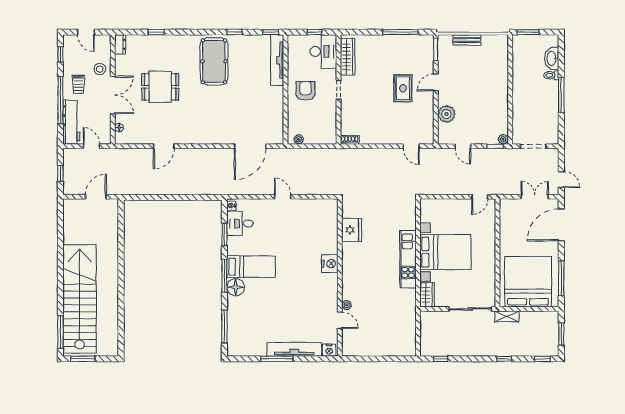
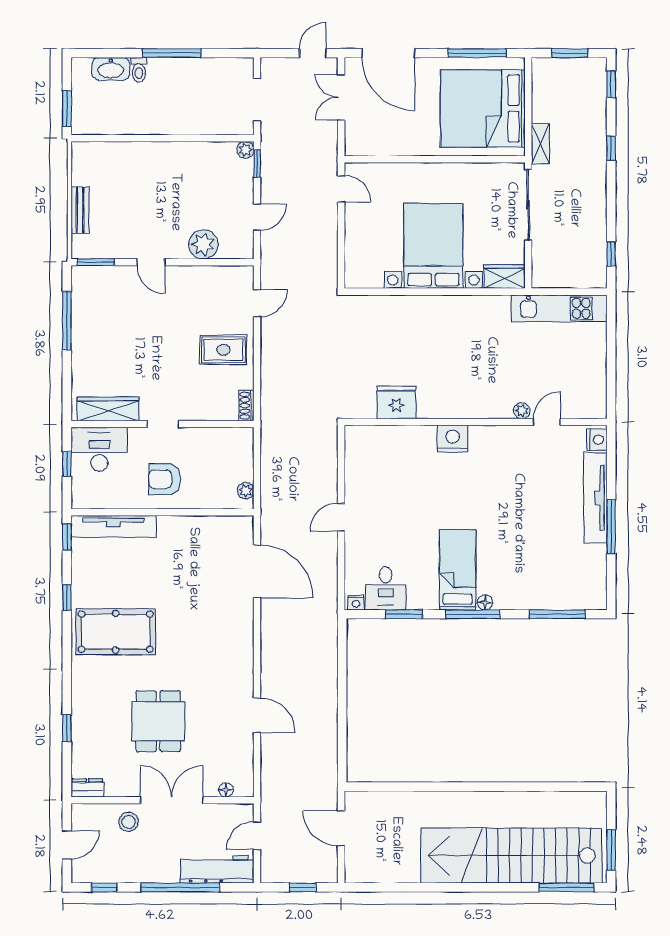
trolley: (79, 84) -> (154, 857), removed
rug: (403, 88) -> (223, 350), moved
kitchen unit: (408, 259) -> (559, 308), moved
floor lamp: (236, 287) -> (485, 602), width x0.53, depth x0.53

